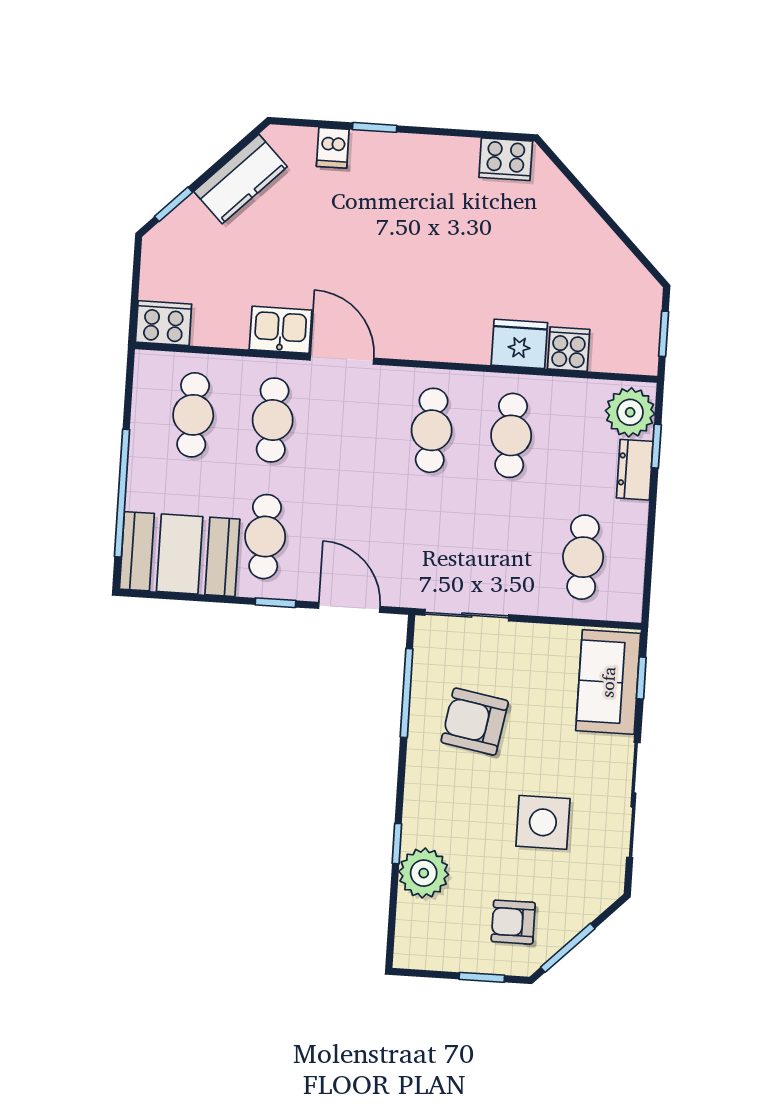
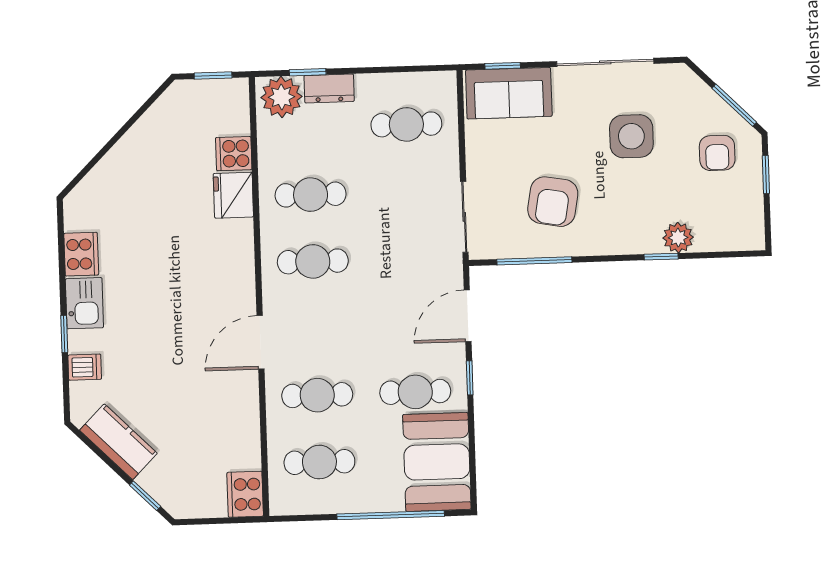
cooker: (506, 159) -> (81, 254), moved
kitchen sink: (281, 330) -> (84, 303), moved, turned 180
plant: (424, 873) -> (678, 238), width x0.73, depth x0.73

